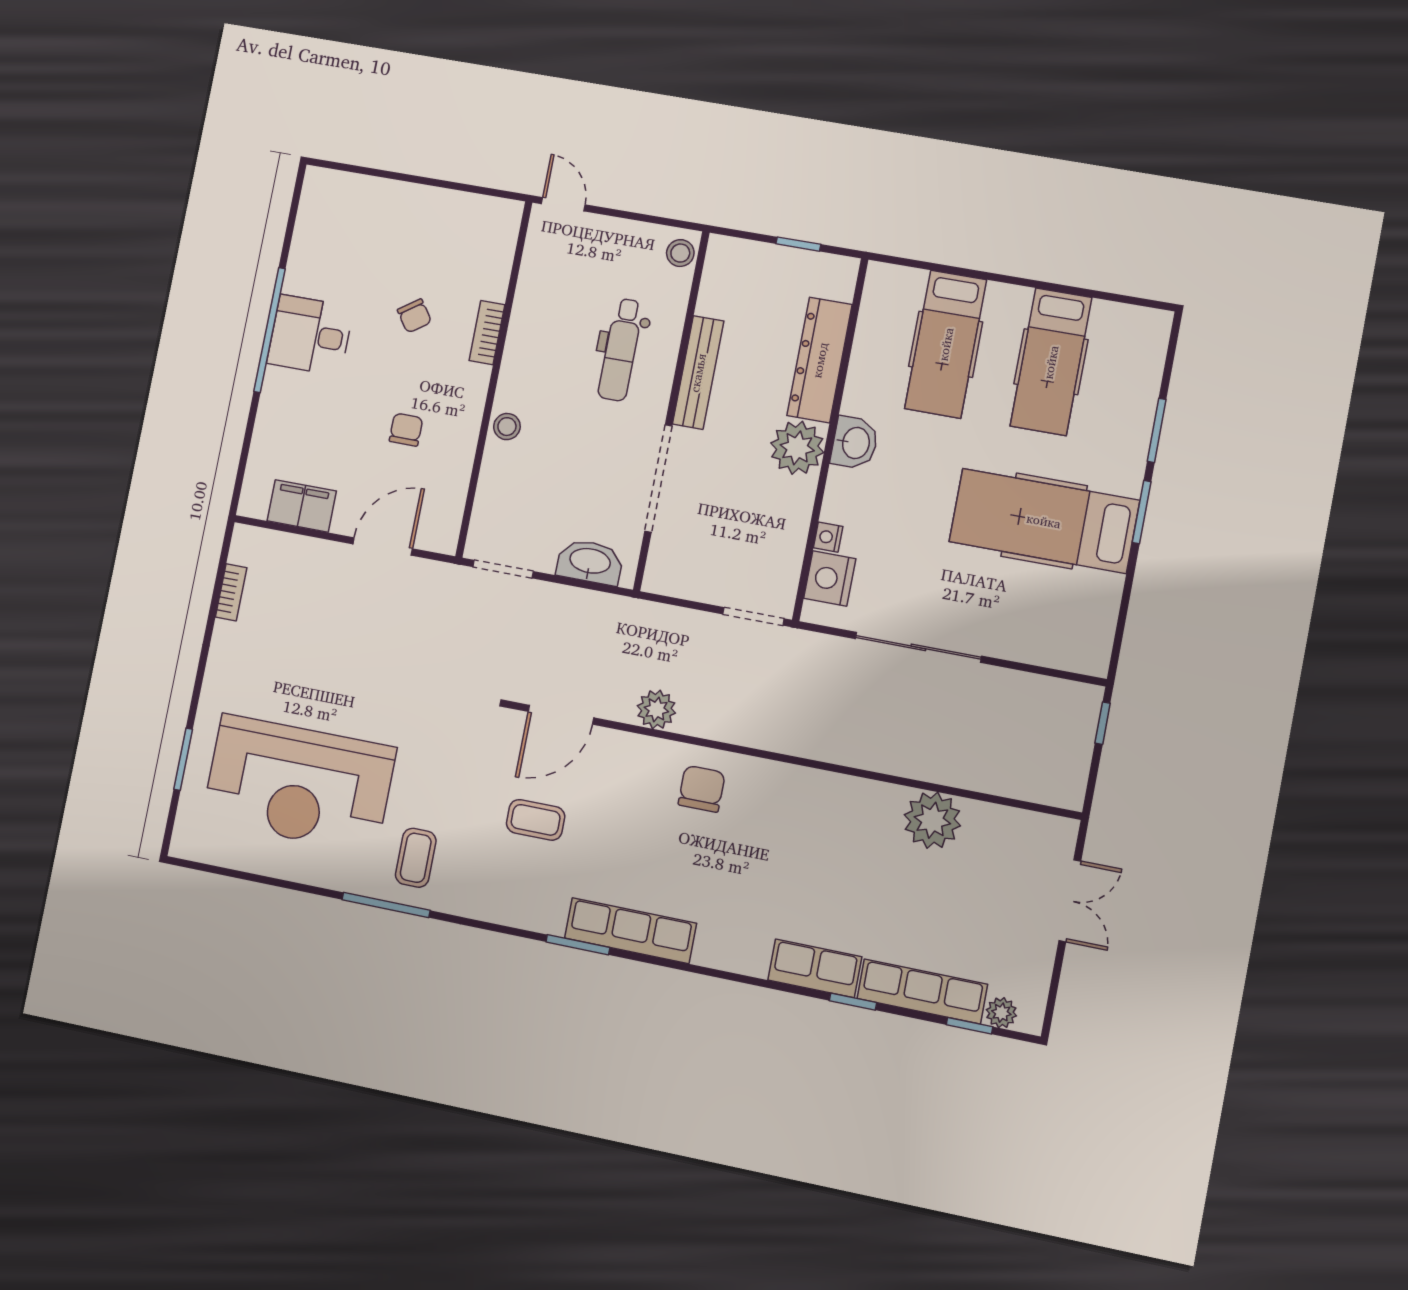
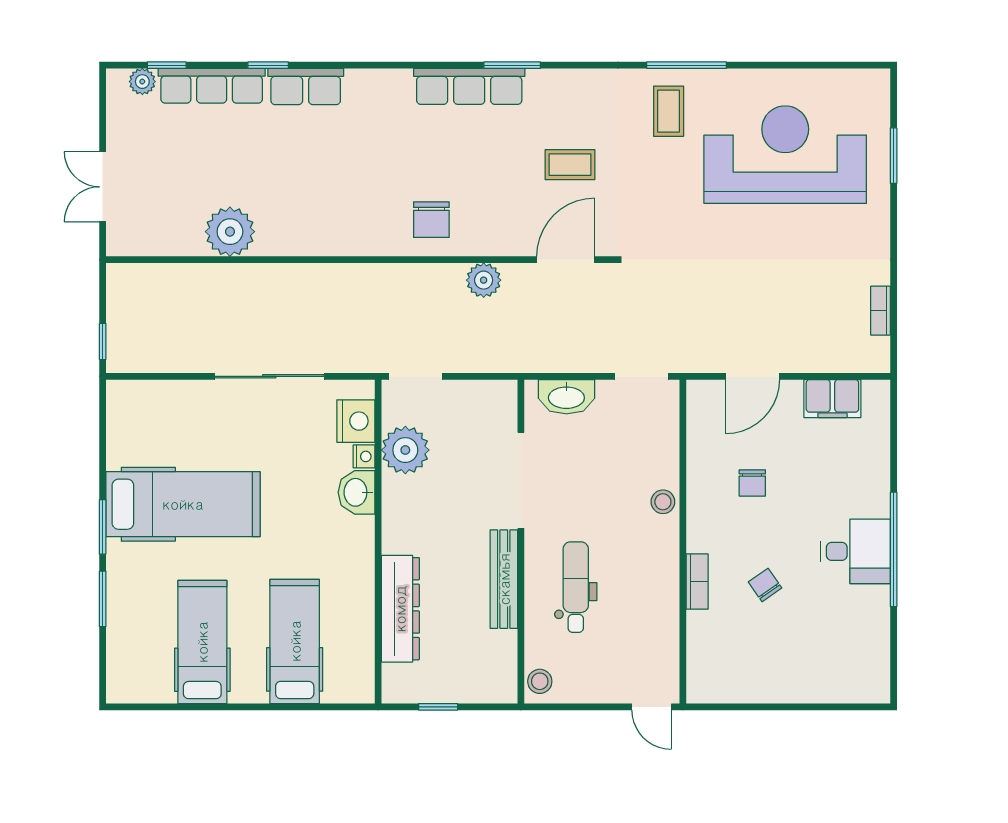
washbasin: (855, 443) -> (357, 492), moved
plant: (797, 448) -> (405, 450), moved

